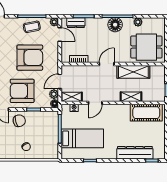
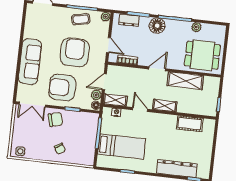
floor lamp: (115, 25) -> (157, 26), moved
door: (60, 34) -> (108, 45), moved
armchair: (30, 58) -> (75, 52), turned -90
shelving: (131, 97) -> (165, 106), moved
door: (95, 103) -> (140, 110), swing flipped
cot: (146, 113) -> (190, 124), width x0.73, depth x0.75

